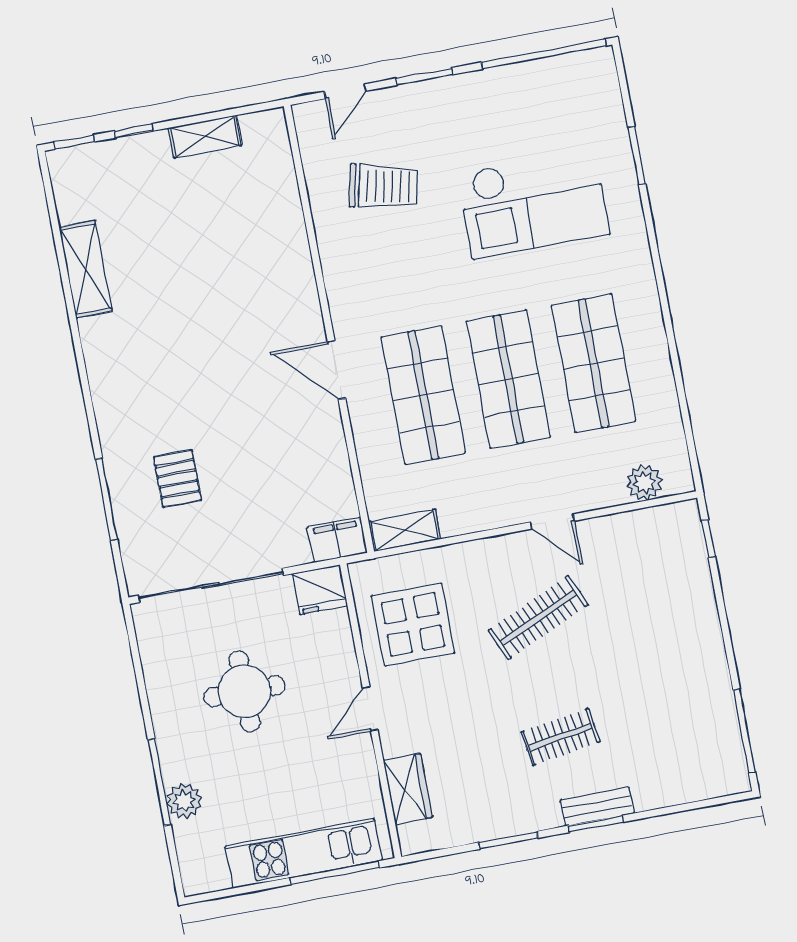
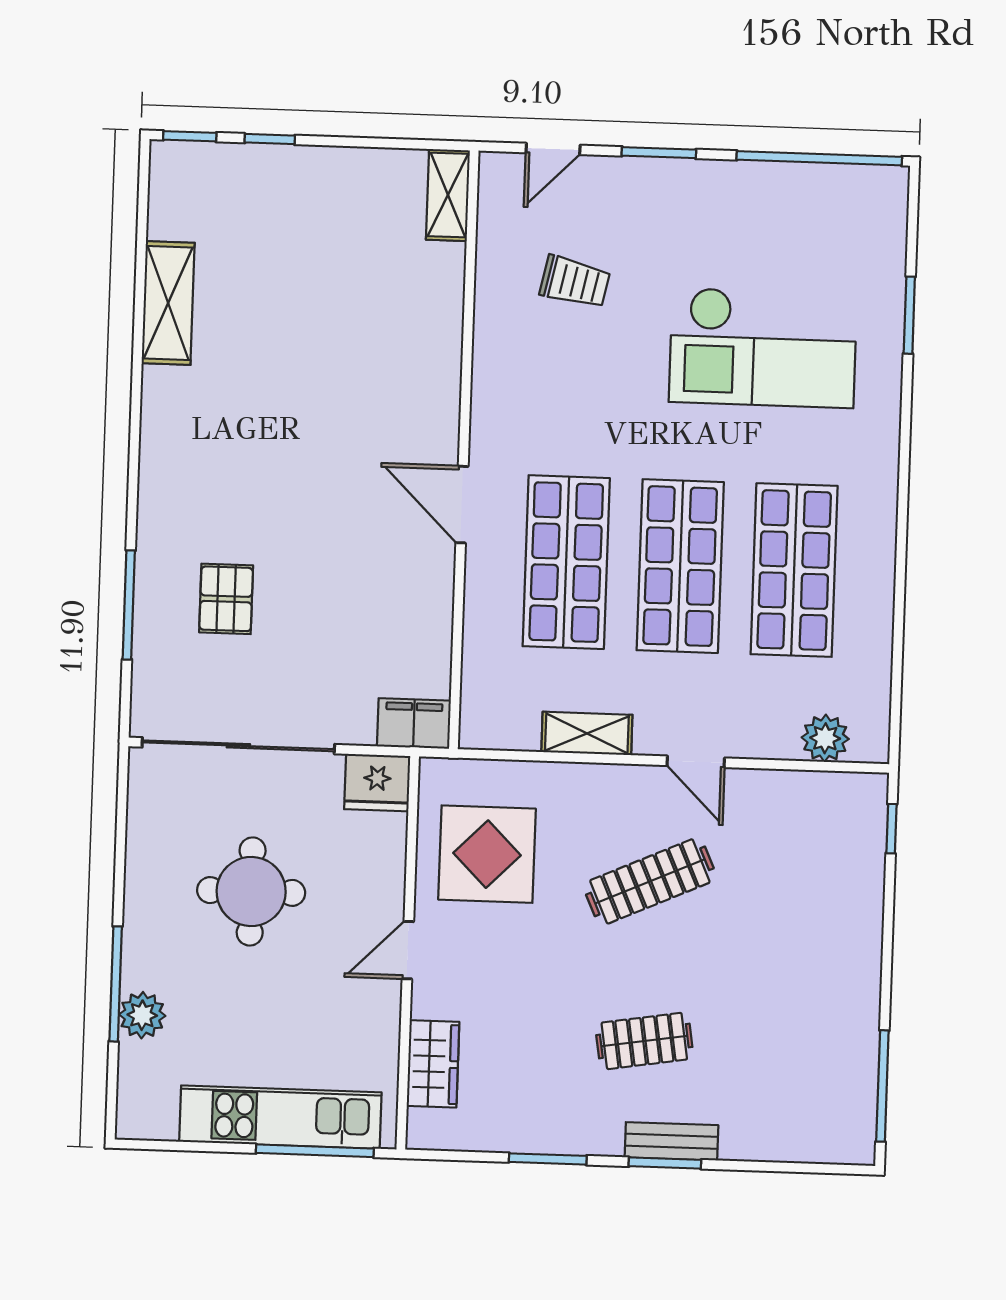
shelving: (205, 137) -> (448, 195), moved, turned 90
trolley: (383, 186) -> (575, 282), width x0.73, depth x0.72
shelving: (405, 530) -> (587, 733), moved

